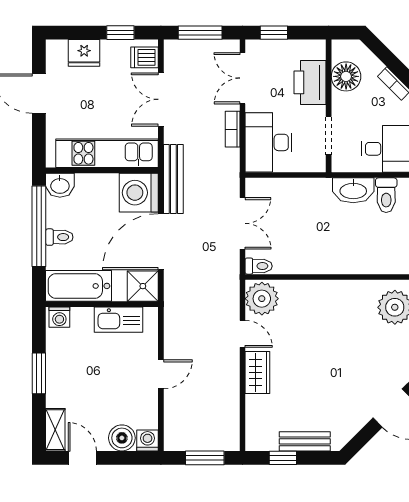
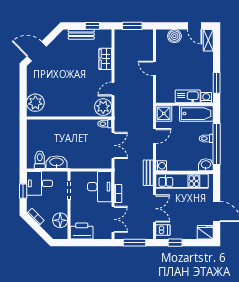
window: (274, 33) -> (97, 243), removed
fridge: (84, 53) -> (205, 232), moved
printer: (310, 82) -> (82, 231), moved, turned -90
bench: (173, 179) -> (148, 173), width x0.73
washing machine: (139, 193) -> (161, 166), width x0.53, depth x0.53
double door: (242, 223) -> (113, 145), swing flipped
door: (161, 242) -> (155, 136), width x0.53
kitchen sink: (119, 320) -> (188, 96), moved
door: (242, 334) -> (113, 89), hinge flipped
wardrobe: (257, 372) -> (105, 59), moved
window: (39, 373) -> (217, 83), moved
door: (161, 374) -> (155, 69), hinge flipped
washing machine: (148, 440) -> (161, 35), removed

